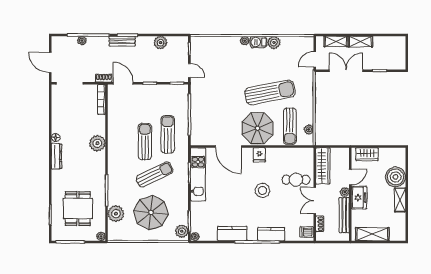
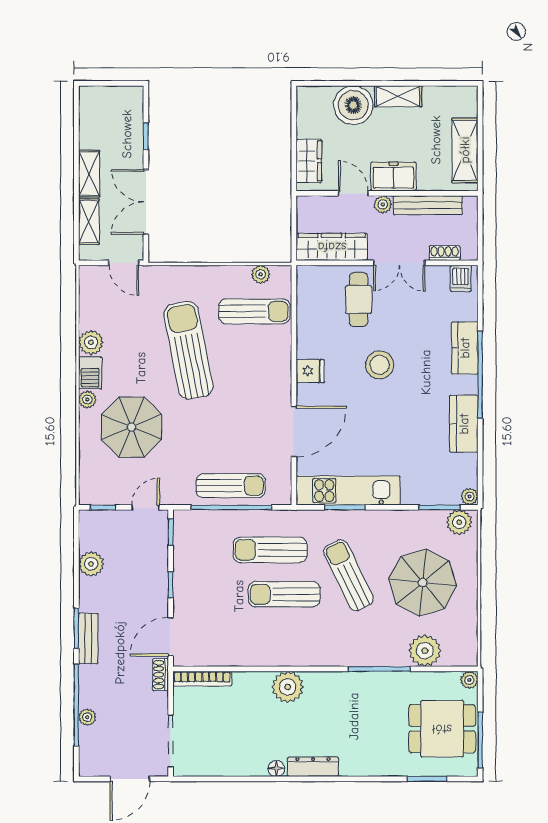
sun lounger: (201, 114) -> (231, 486), added
parasol: (257, 128) -> (132, 427), moved
dining table: (78, 209) -> (442, 729), moved

